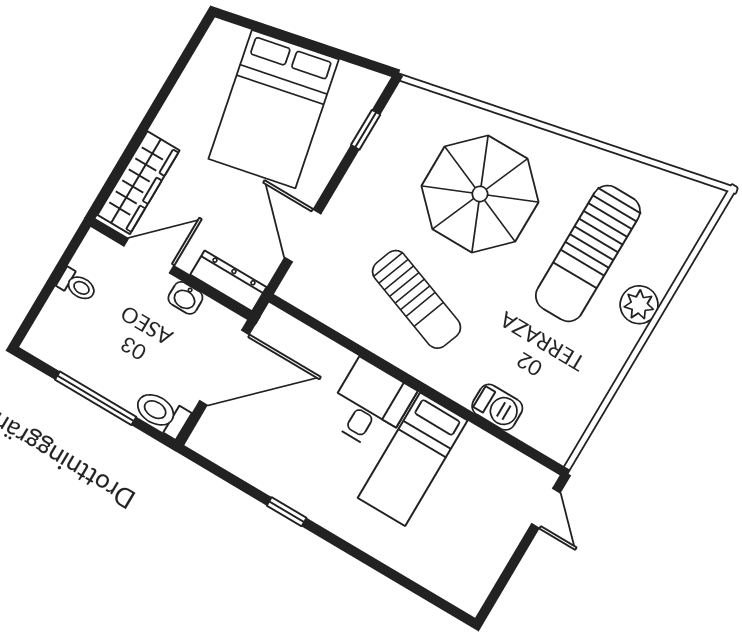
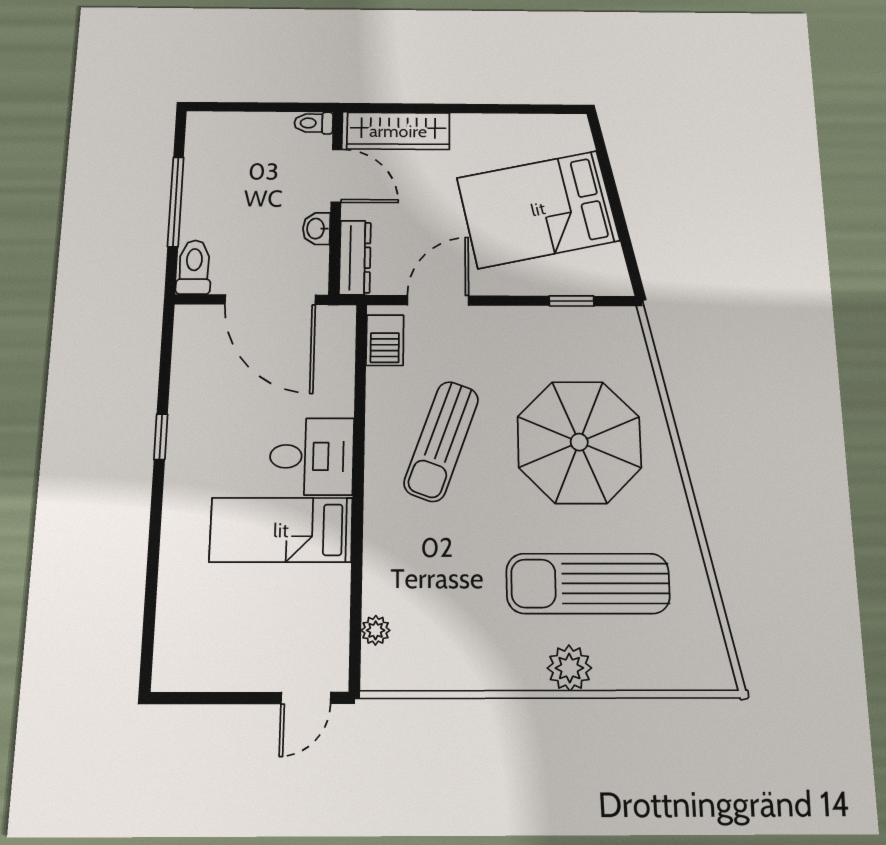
toilet: (77, 285) -> (314, 123), moved, turned 90
barbecue: (497, 407) -> (385, 340), moved
plant: (528, 431) -> (376, 630), added

